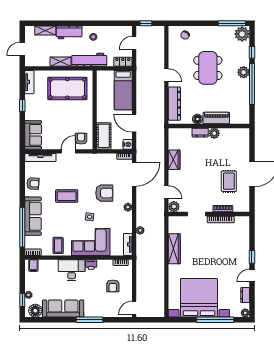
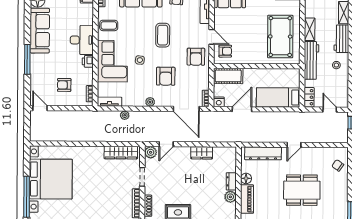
armchair: (86, 165) -> (196, 57), added
wardrobe: (174, 249) -> (121, 153), moved

